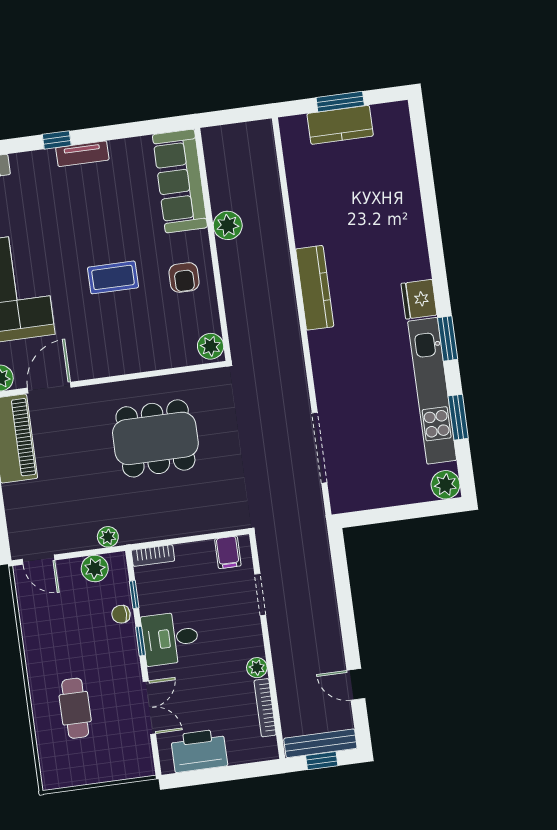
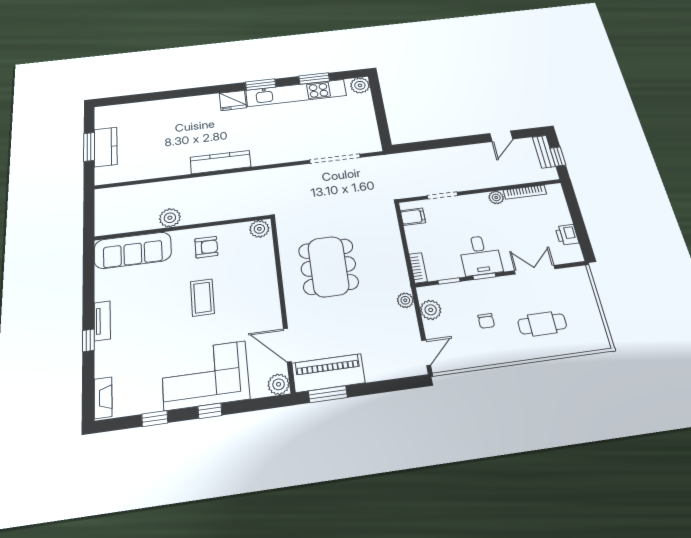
chair: (121, 614) -> (486, 321), moved
bench: (320, 743) -> (544, 152), width x0.73
printer: (199, 751) -> (567, 235), width x0.53, depth x0.68

